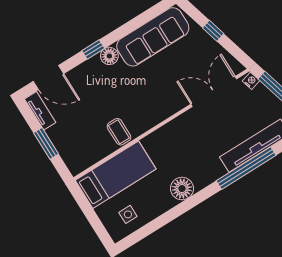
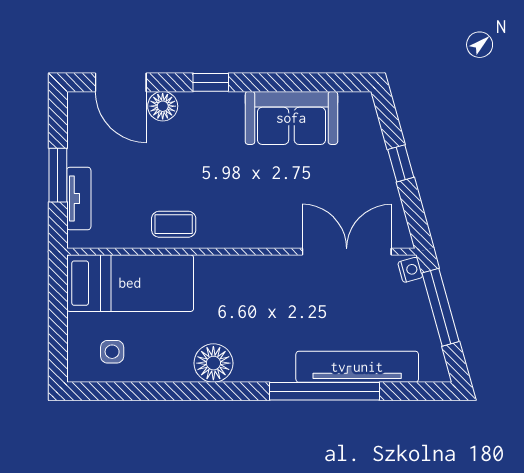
sofa: (153, 37) -> (291, 118), width x0.73
floor lamp: (109, 56) -> (163, 106), moved
tv unit: (40, 111) -> (79, 199), moved
coffee table: (119, 132) -> (174, 224), turned 90

